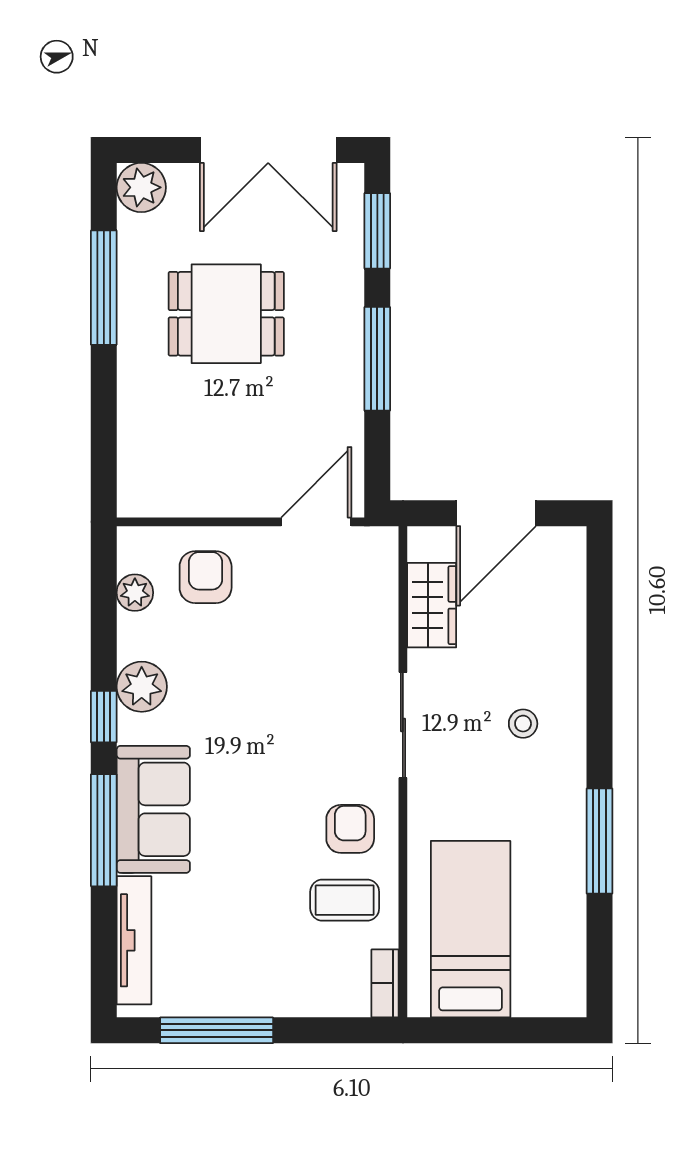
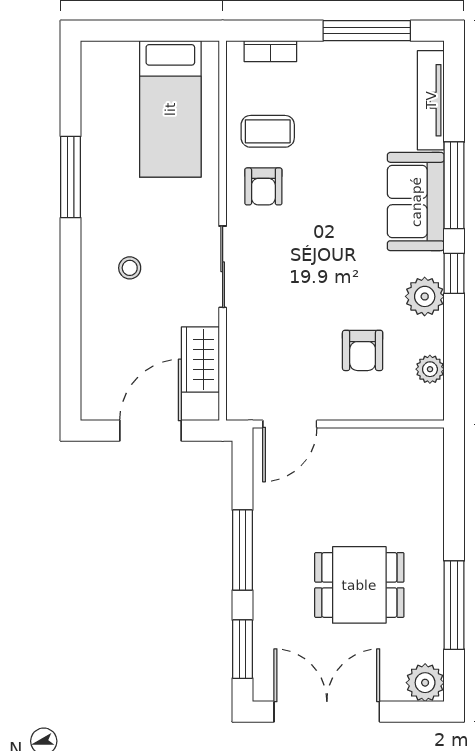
armchair: (206, 577) -> (363, 350), moved
bookcase: (385, 983) -> (270, 51), moved, turned 90

